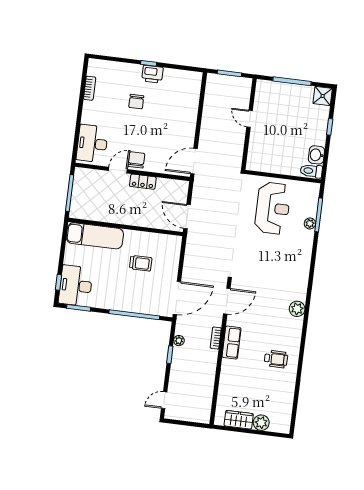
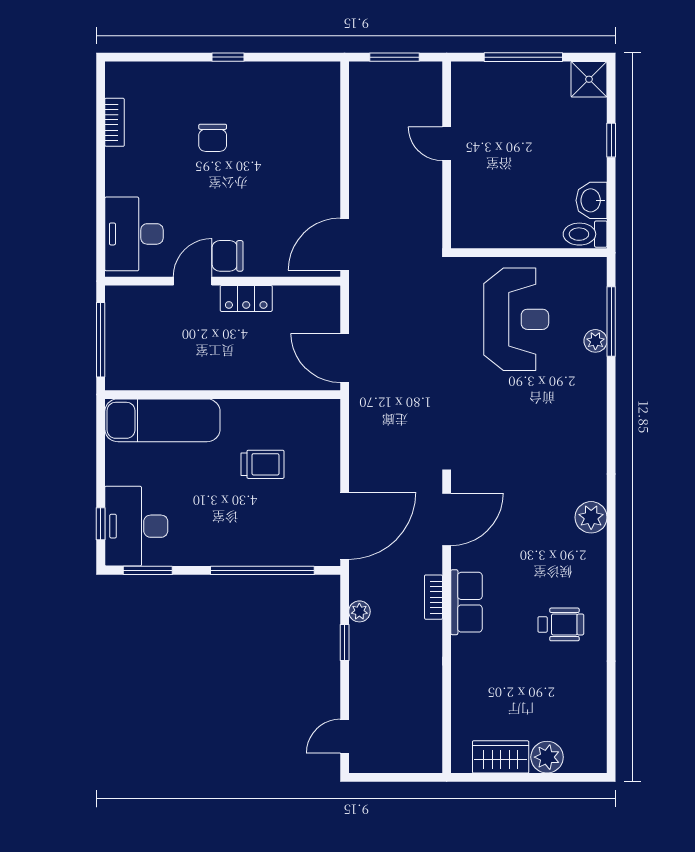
printer: (152, 74) -> (238, 78), removed
chair: (136, 160) -> (228, 256), turned -90

